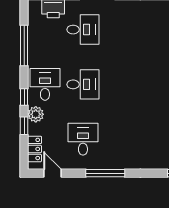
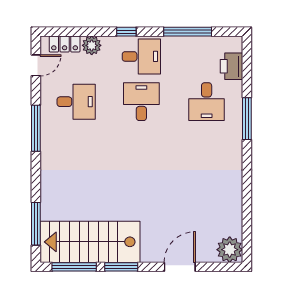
desk: (83, 84) -> (141, 102), turned 180
plant: (36, 114) -> (92, 45), moved
window: (24, 126) -> (92, 32), removed

